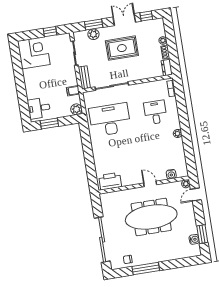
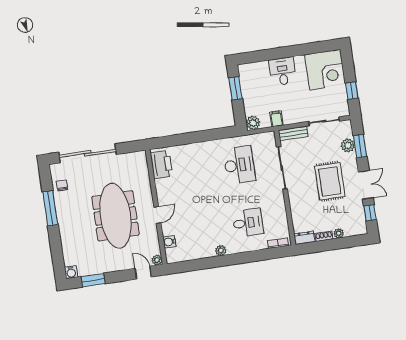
desk: (39, 108) -> (283, 71), moved
desk: (110, 120) -> (239, 165), width x0.73, depth x0.77
water cooler: (194, 239) -> (71, 272), moved

